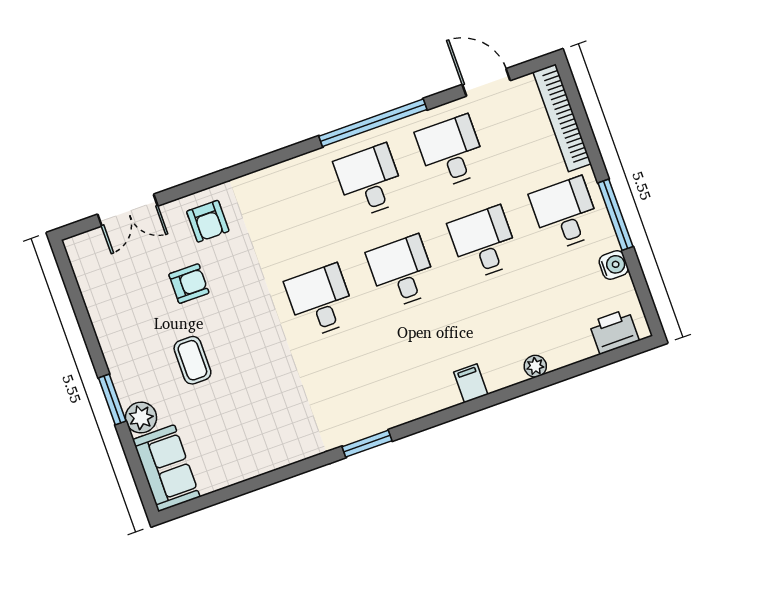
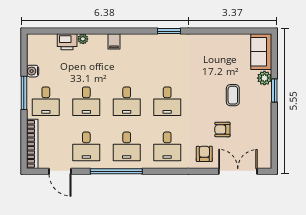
double door: (128, 210) -> (238, 171), width x1.37
desk: (288, 210) -> (167, 146), added
printer: (614, 331) -> (67, 42), moved

